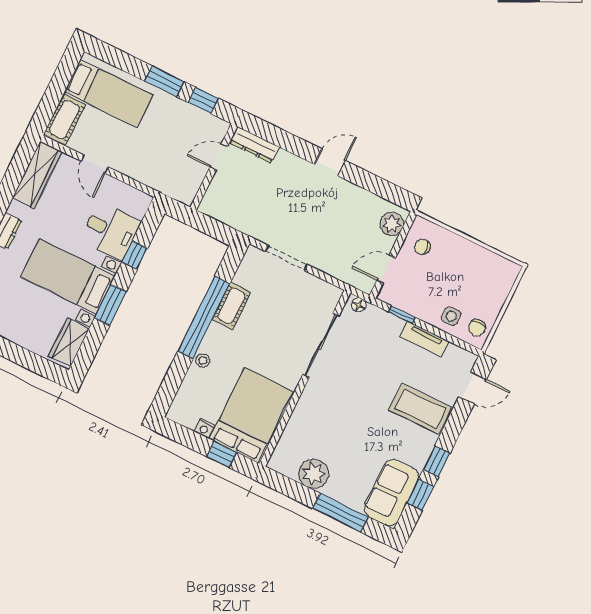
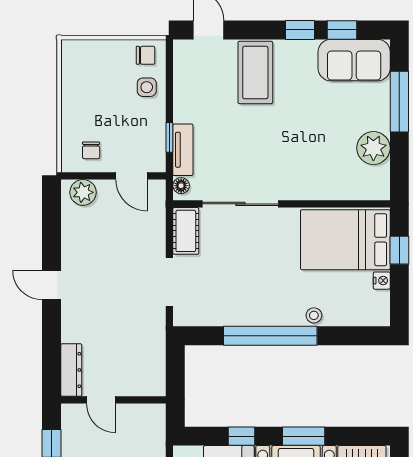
cot: (231, 306) -> (186, 231), moved, turned 90
tv unit: (424, 339) -> (183, 150), moved

